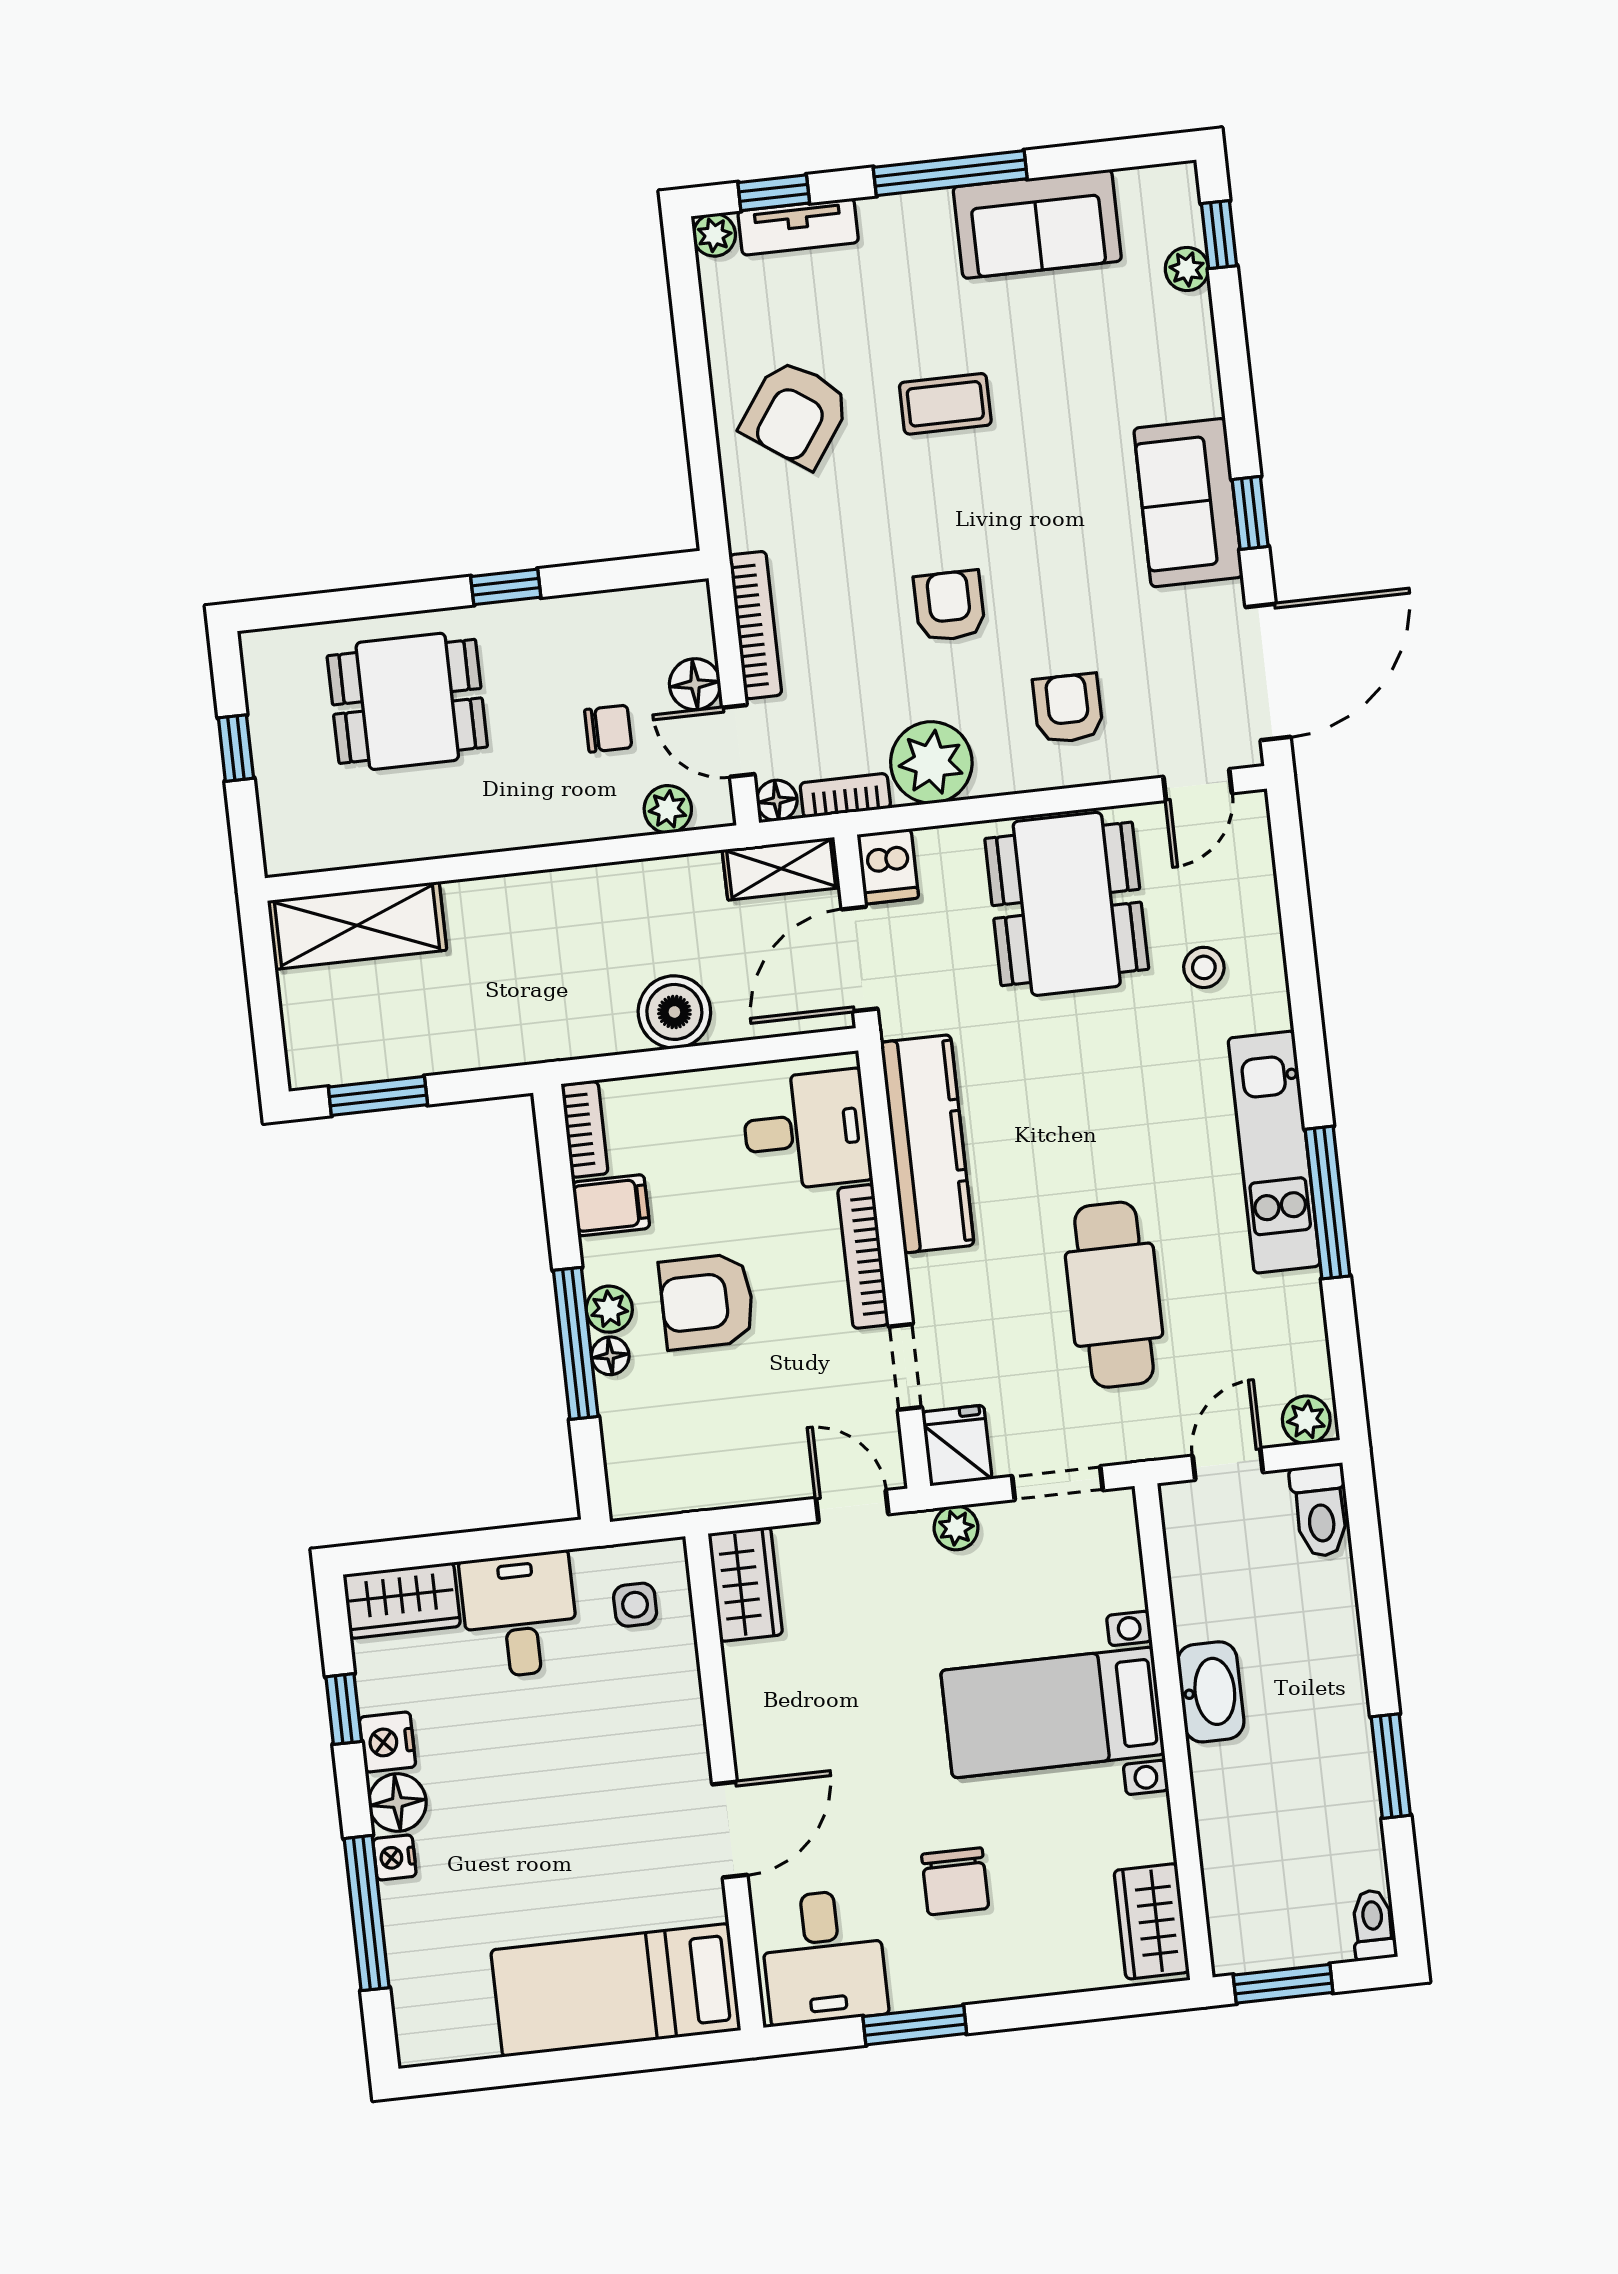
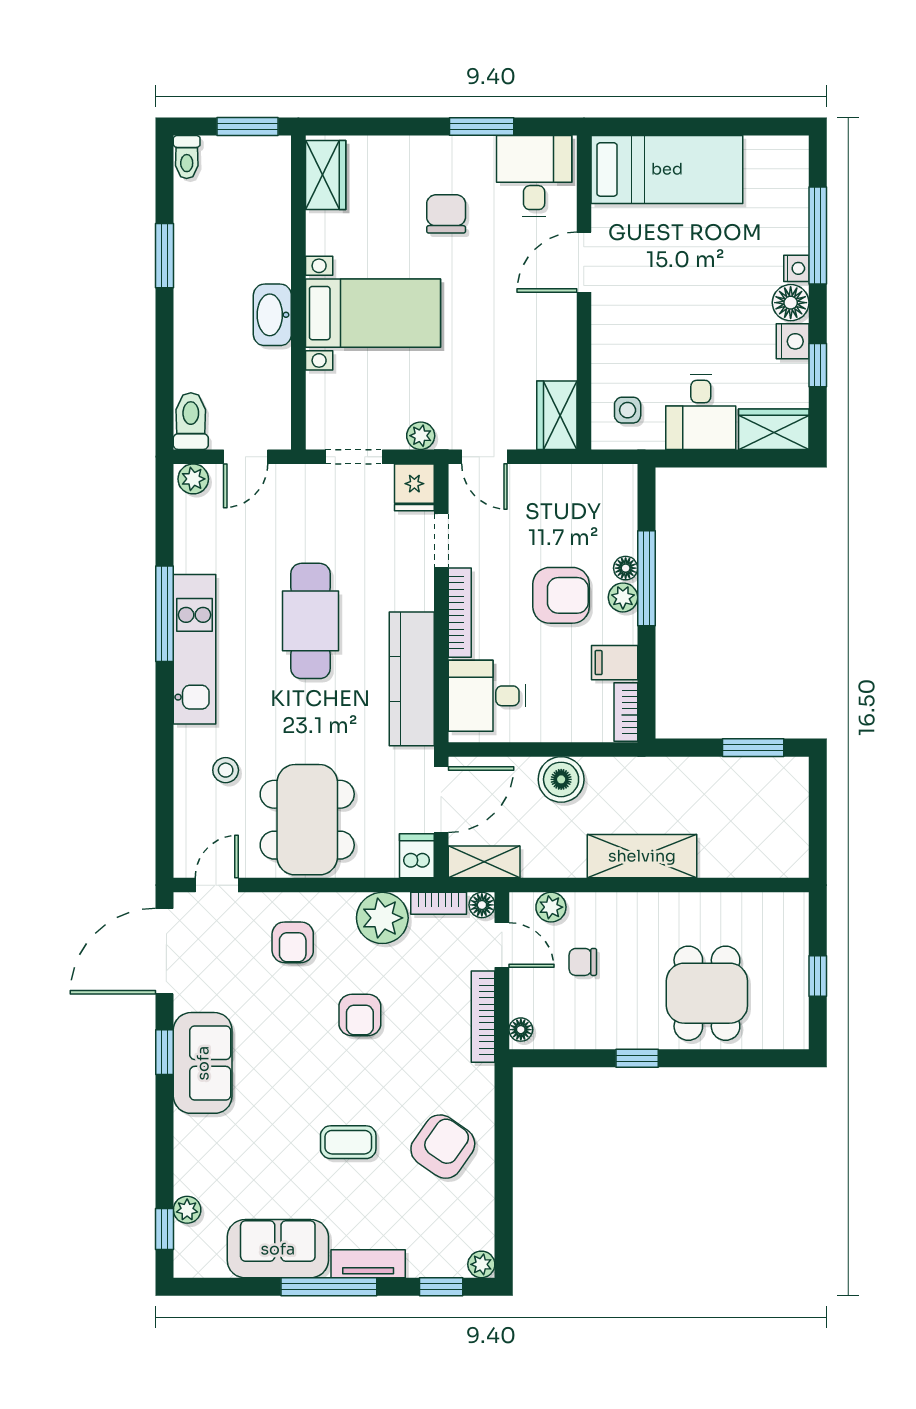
tv unit: (798, 227) -> (368, 1264), moved
floor lamp: (695, 684) -> (521, 1030), moved, width x0.73, depth x0.73
dining table: (407, 701) -> (707, 993), turned 90
shelving: (357, 925) -> (642, 856), moved
cafe table: (1114, 1295) -> (310, 621), moved

